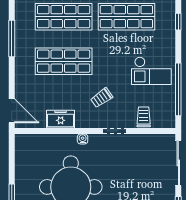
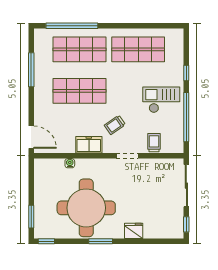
window: (178, 22) -> (186, 73), moved
checkout: (151, 71) -> (161, 100), turned 180
freezer: (61, 119) -> (89, 145), moved
water cooler: (83, 139) -> (70, 163), moved

